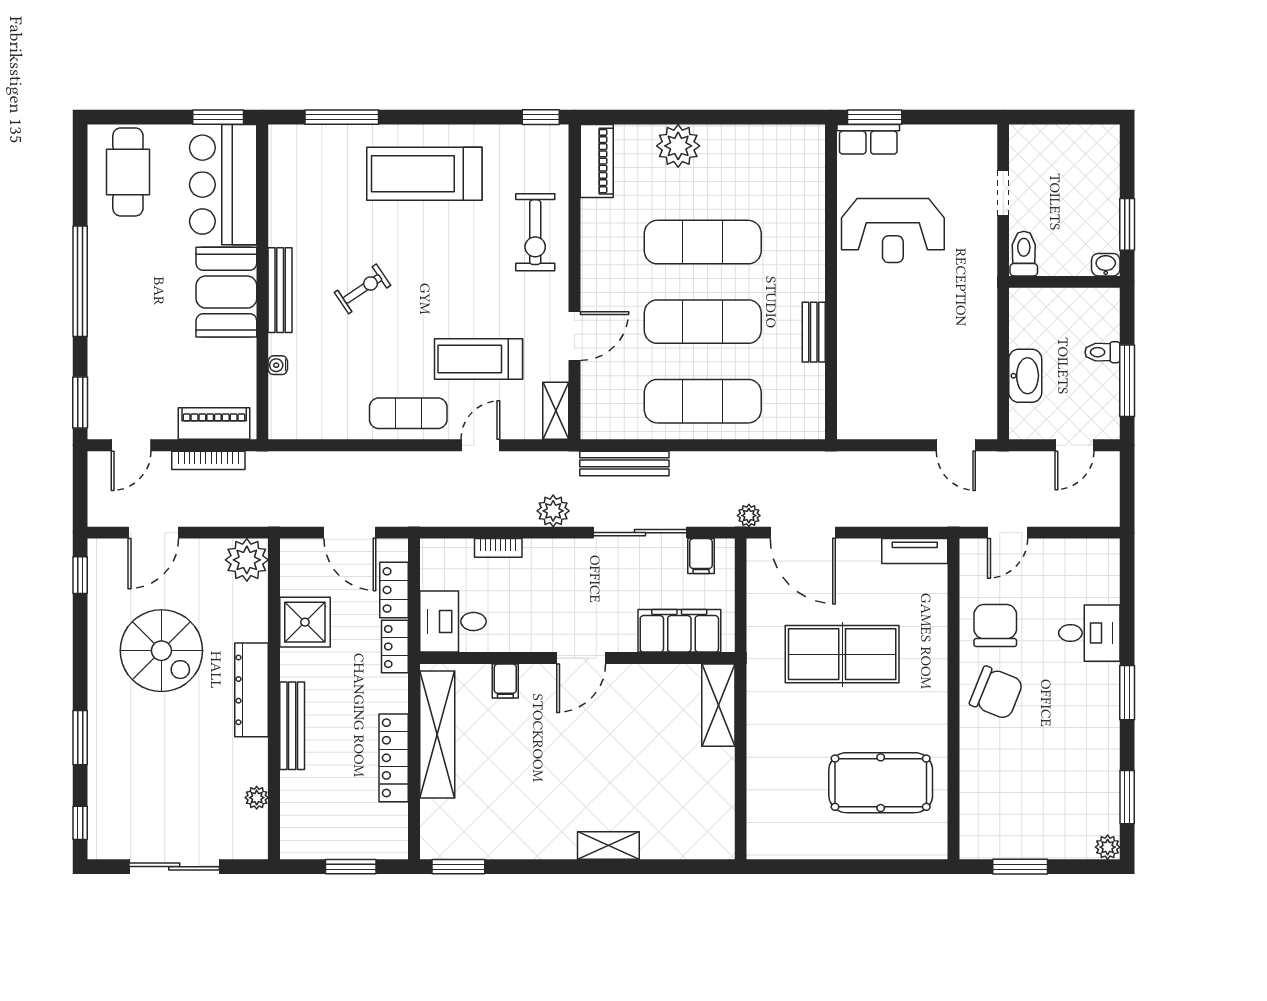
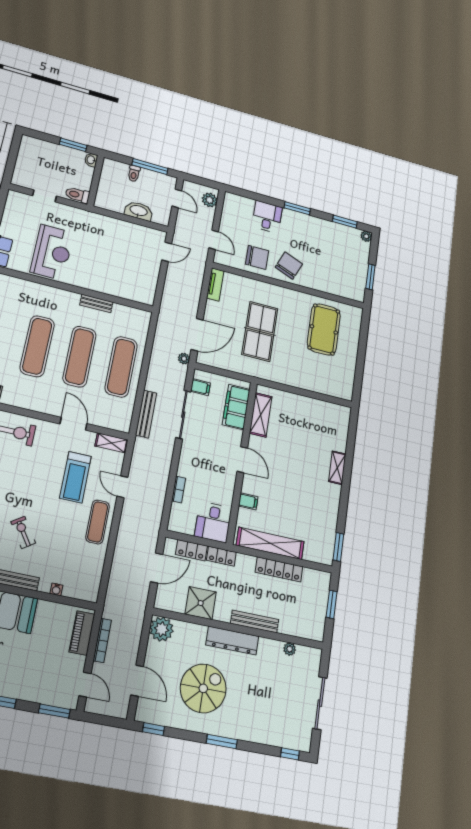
plant: (553, 511) -> (210, 200), moved
chair: (995, 626) -> (257, 257), turned 180
shelving: (718, 705) -> (261, 415), moved, turned 90
window: (80, 738) -> (222, 741), moved

